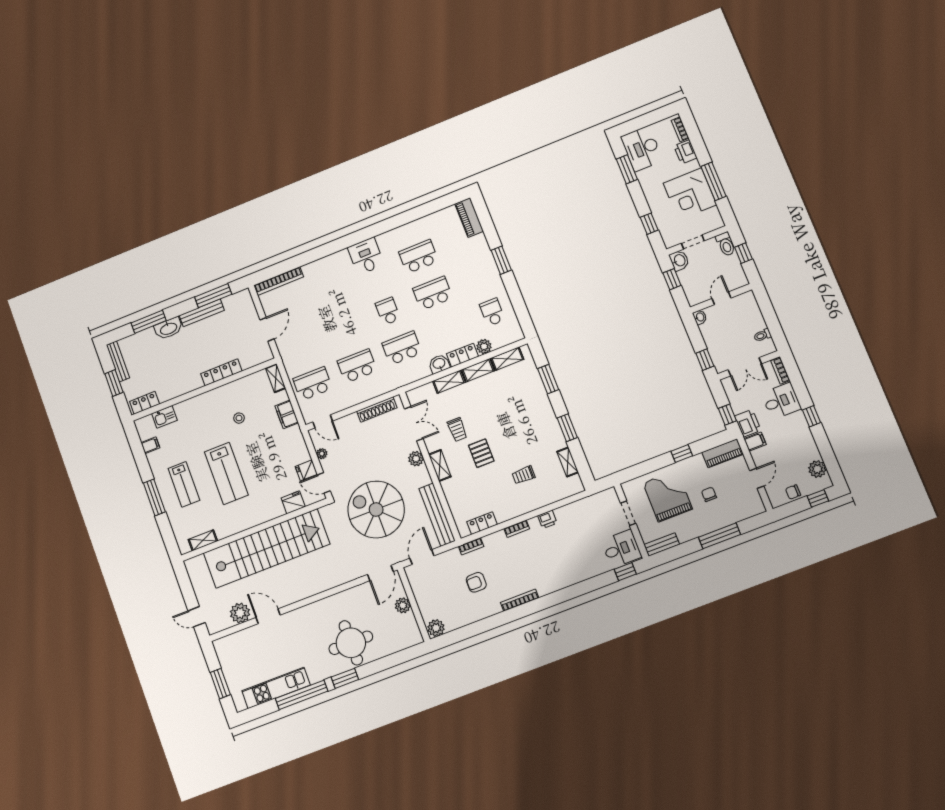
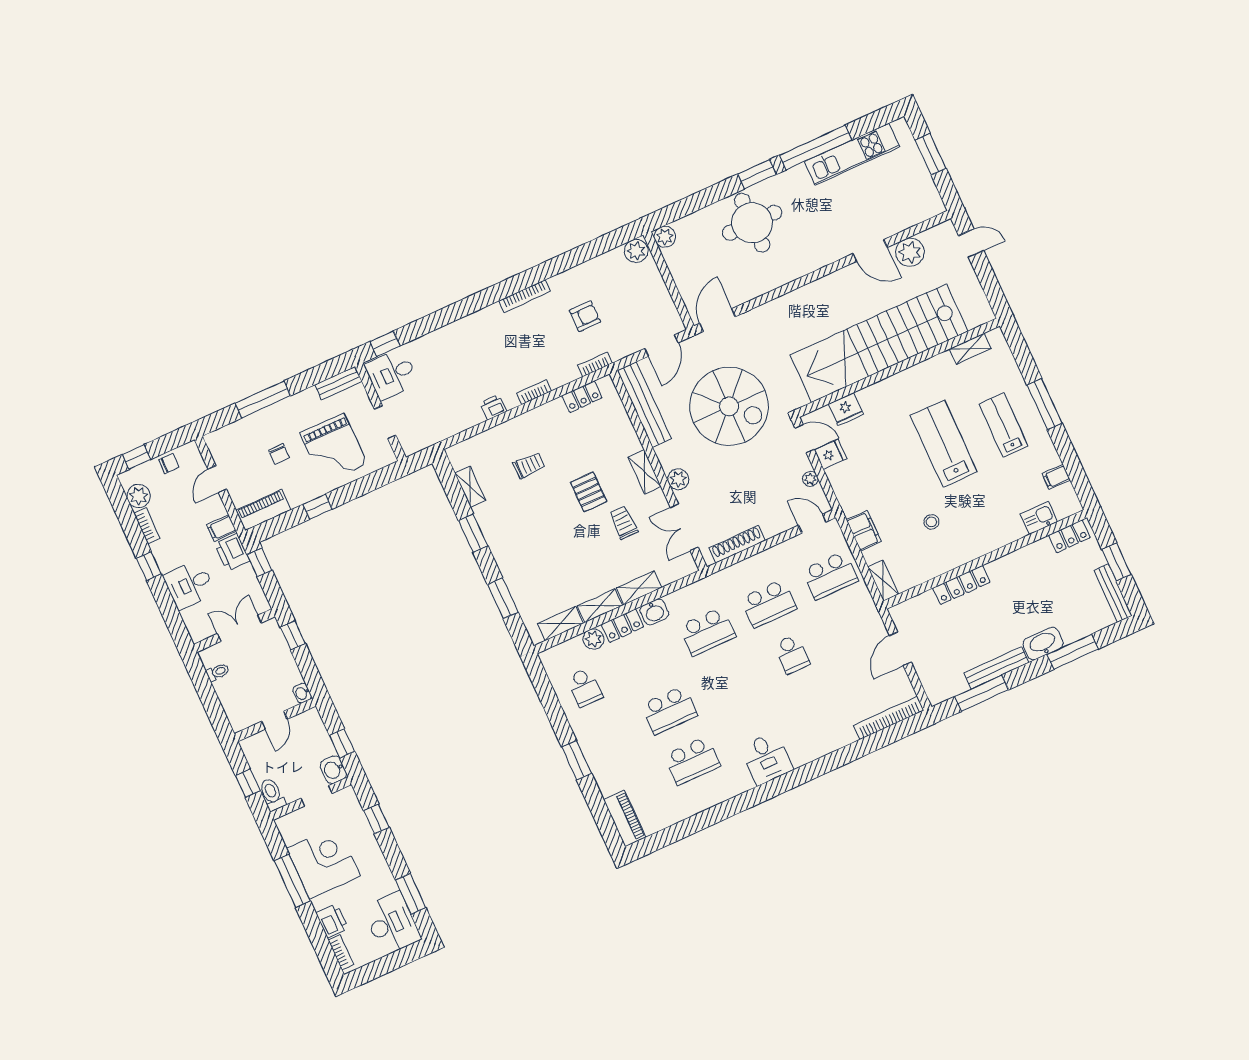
school desk: (388, 311) -> (792, 654), moved
bookcase: (780, 371) -> (147, 526), moved
plant: (403, 605) -> (665, 237), moved

